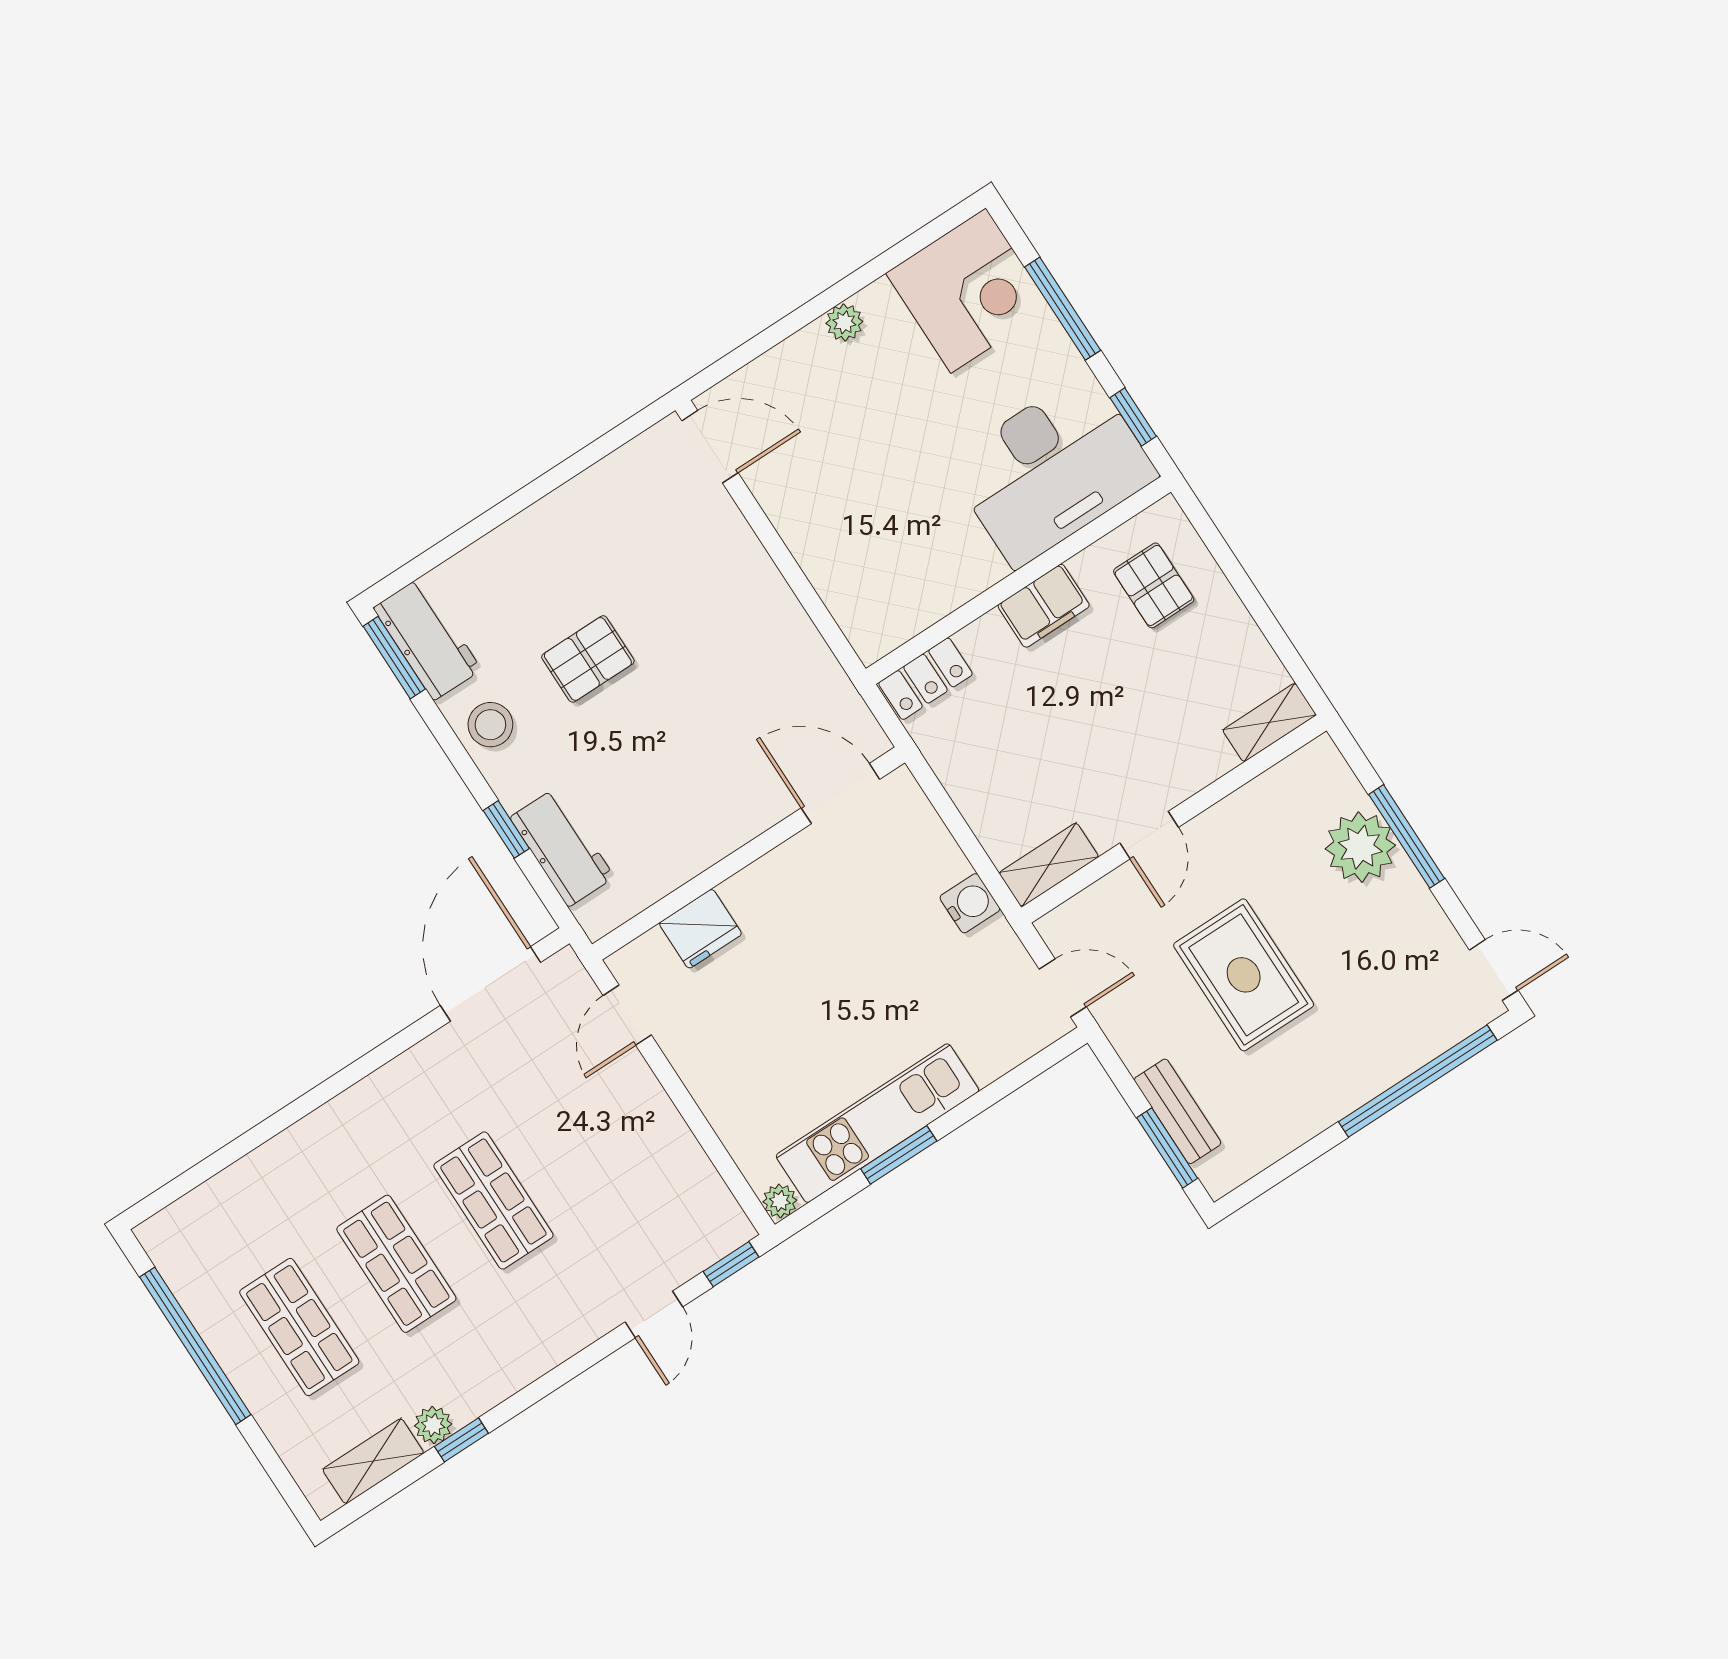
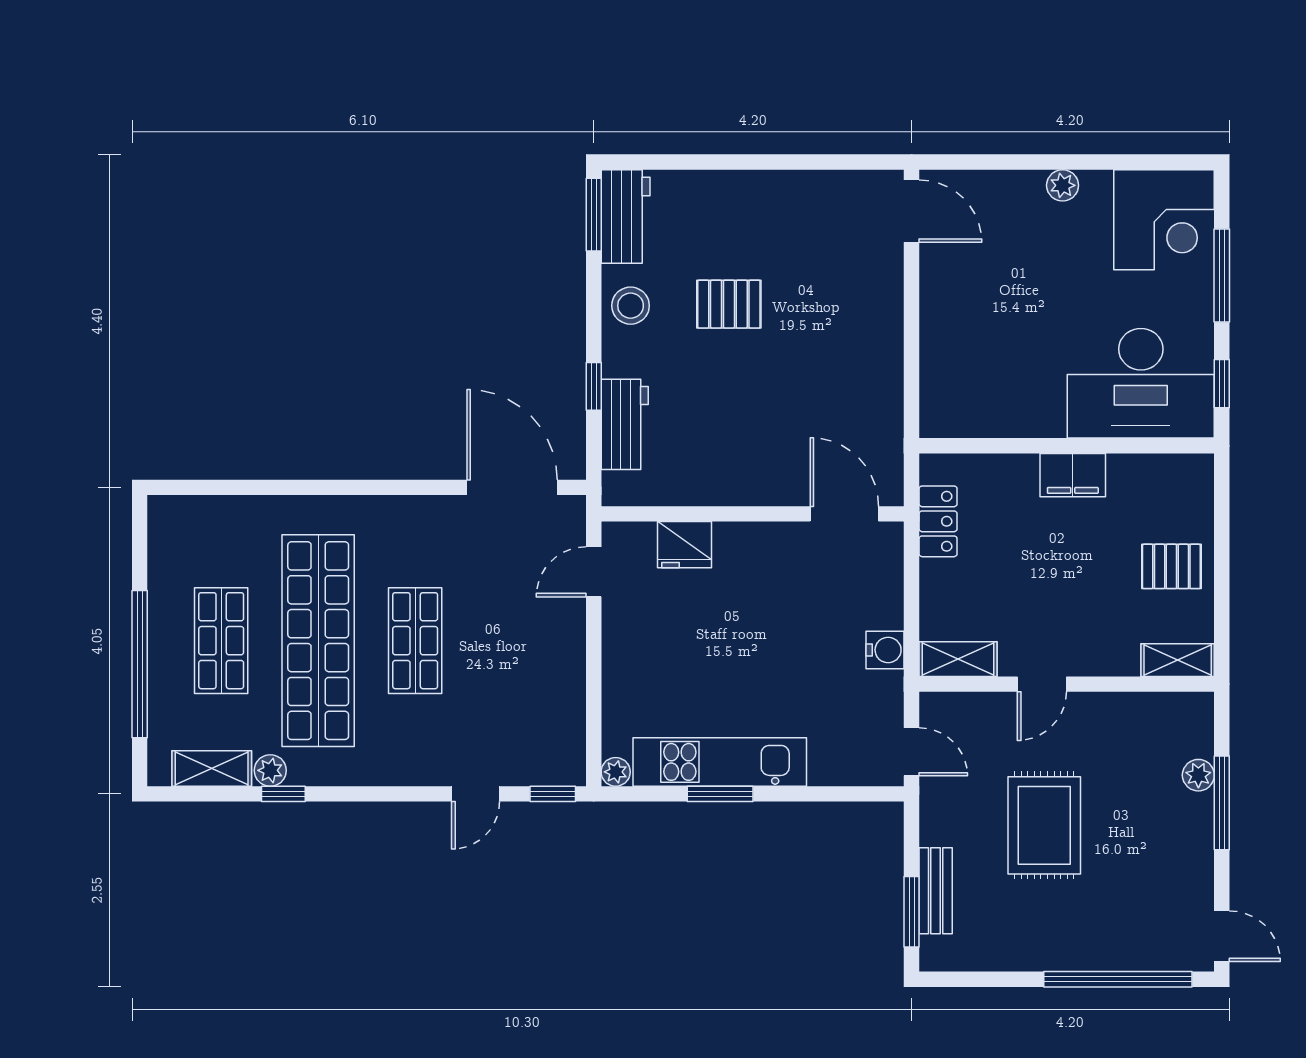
pallet: (1154, 585) -> (1171, 566), moved, turned 90
locker: (925, 679) -> (938, 521), moved, turned -90
plant: (1360, 847) -> (1198, 775), width x0.53, depth x0.53
door: (490, 984) -> (512, 487), hinge flipped
shop shelf: (396, 1264) -> (318, 641), width x2.00, depth x1.36
window: (195, 1346) -> (140, 664), moved

